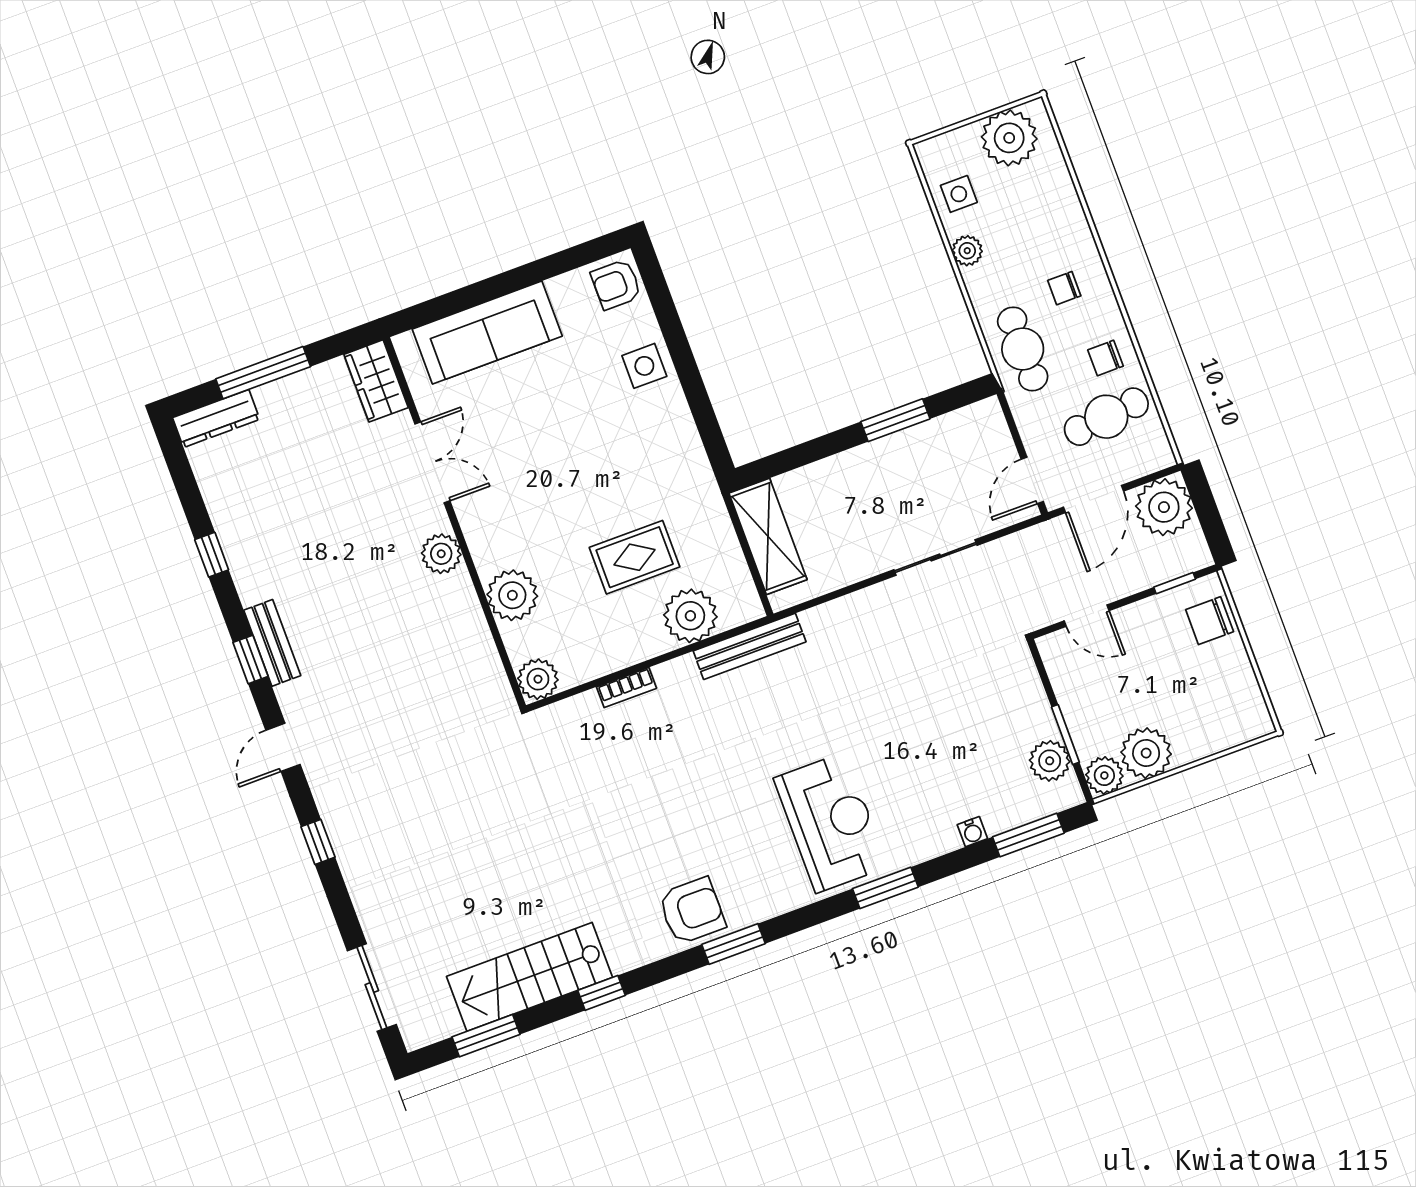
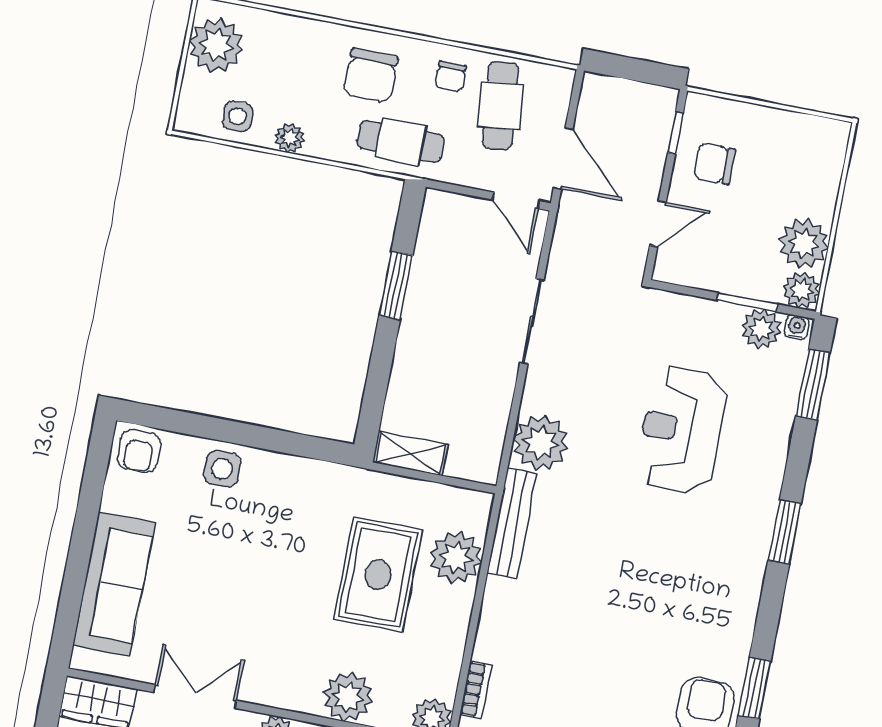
chair: (1064, 288) -> (371, 76), width x1.87, depth x1.87
plant: (1164, 507) -> (541, 443), moved
shelving: (768, 536) -> (410, 453), width x0.67, depth x0.75
rug: (635, 557) -> (378, 575), width x1.36, depth x1.43
chair: (1210, 621) -> (714, 164), moved, turned 90
bookcase: (626, 688) -> (476, 690), moved
reception desk: (831, 823) -> (681, 430), moved, turned -90
water cooler: (972, 832) -> (797, 327), moved, turned -90

